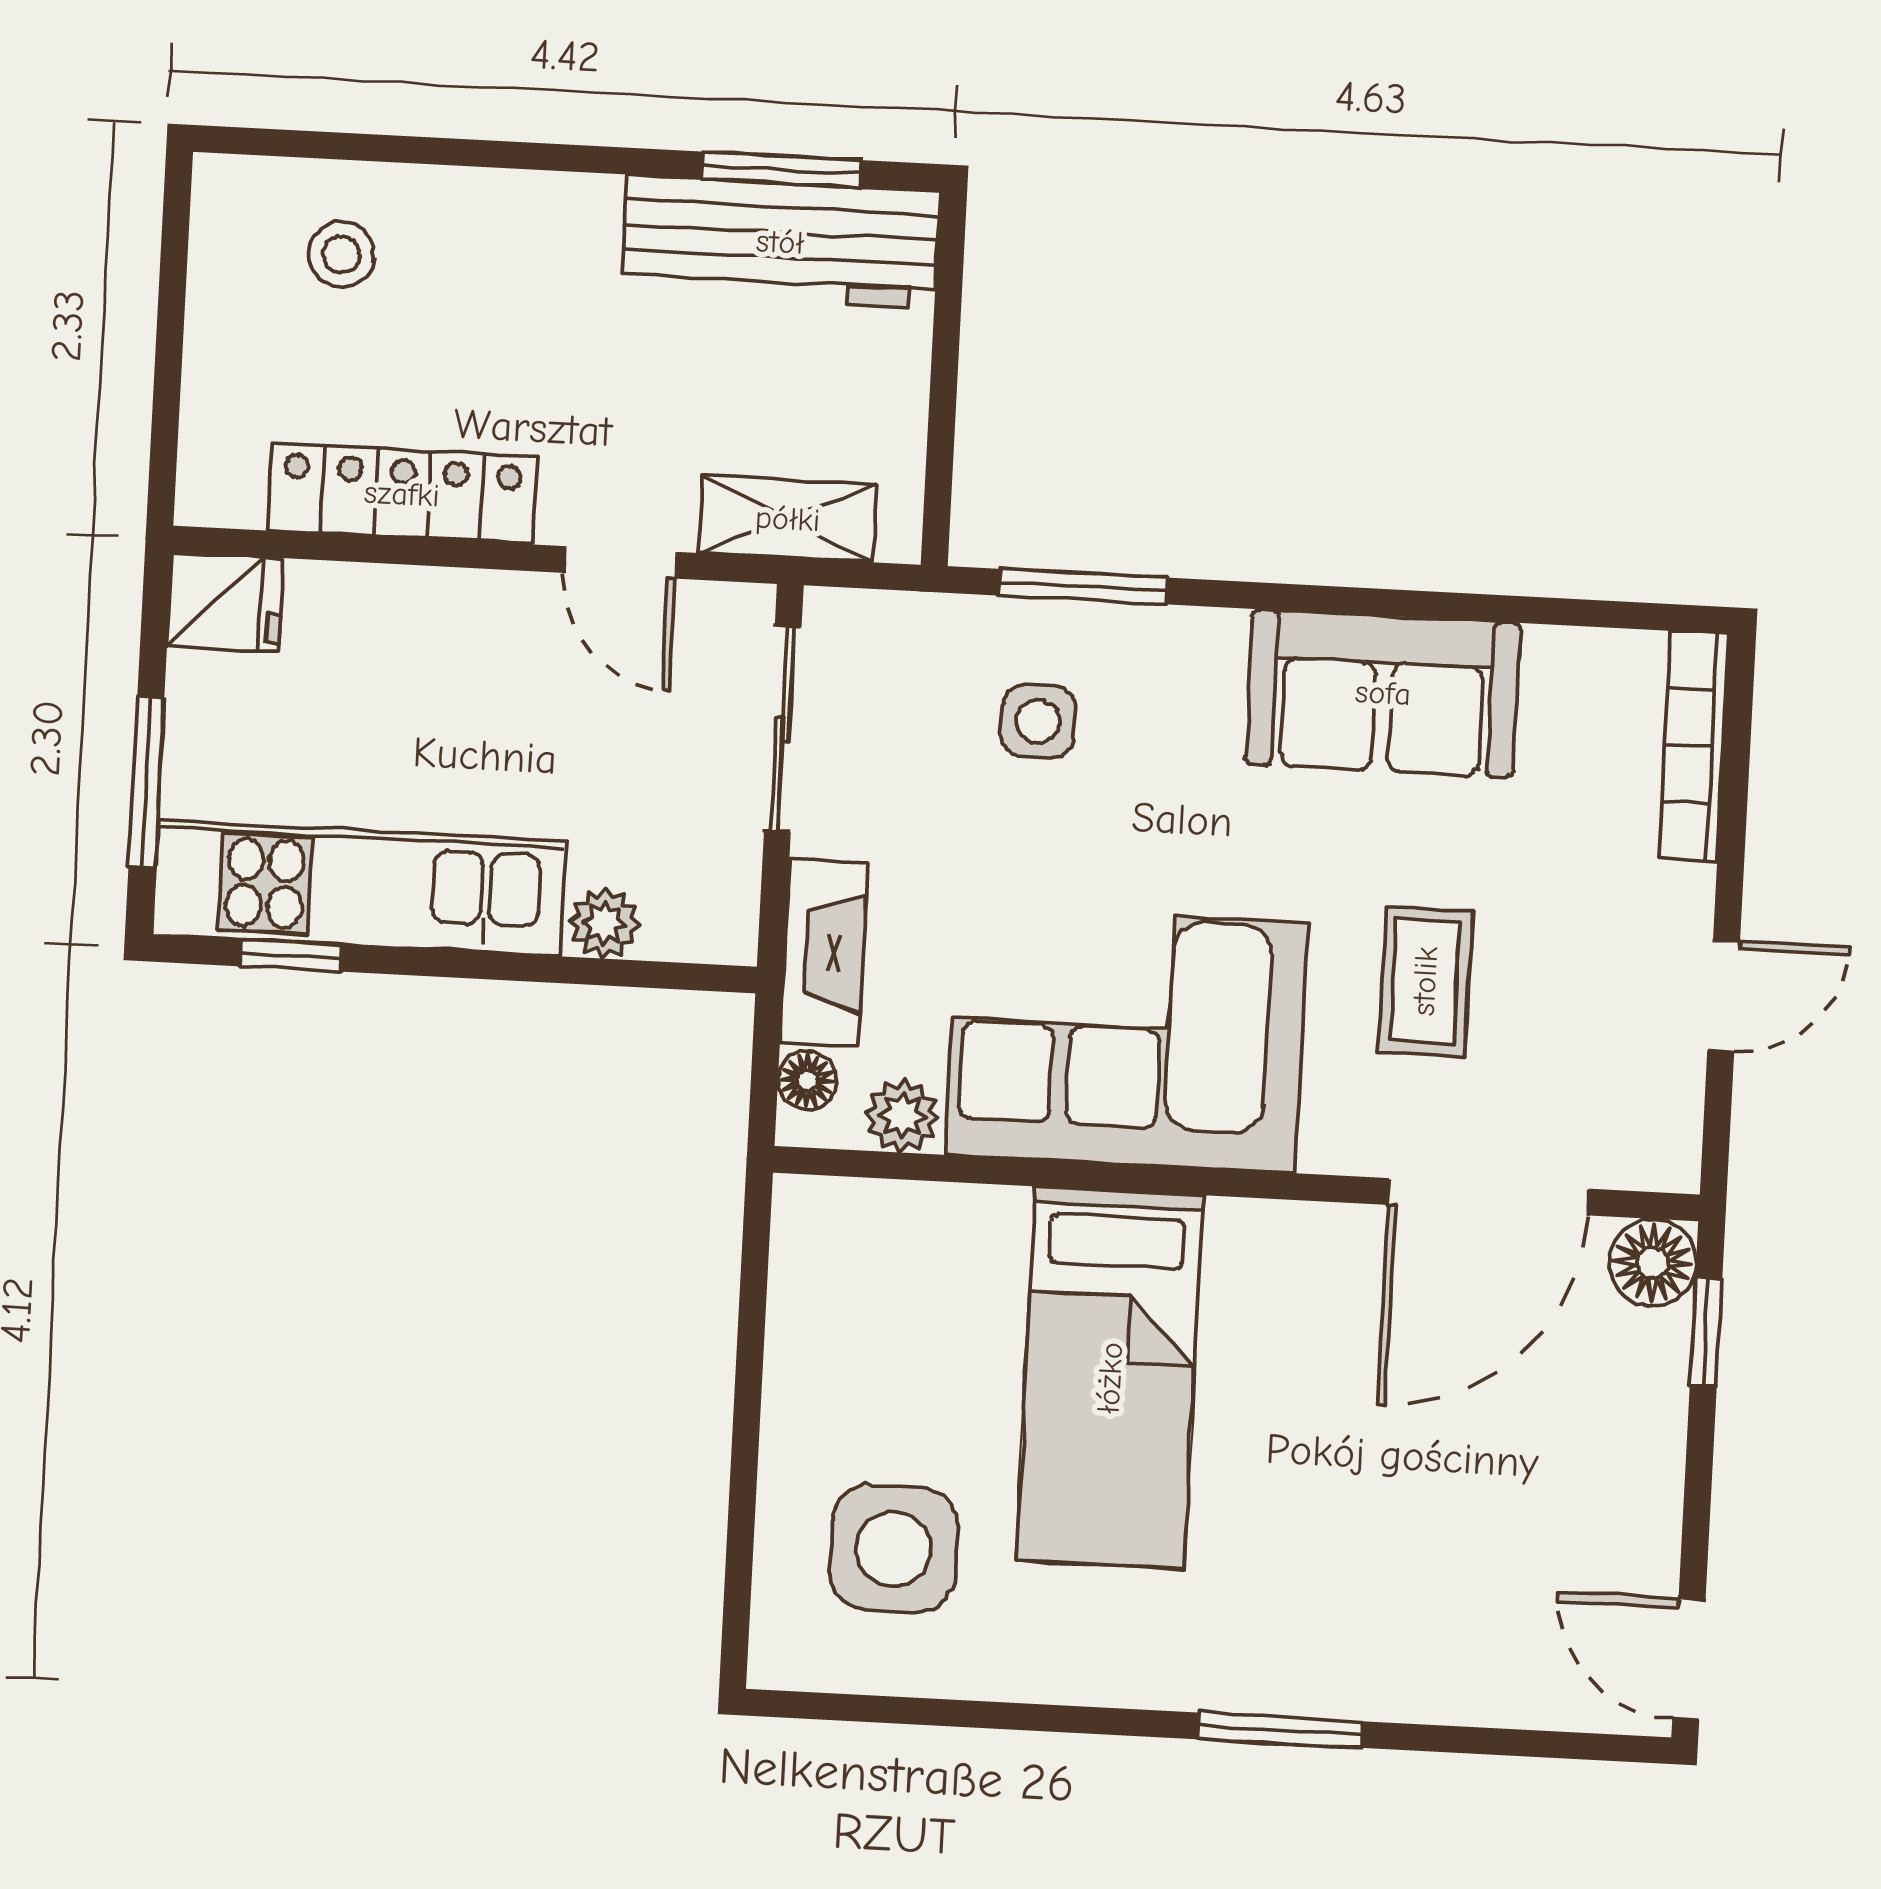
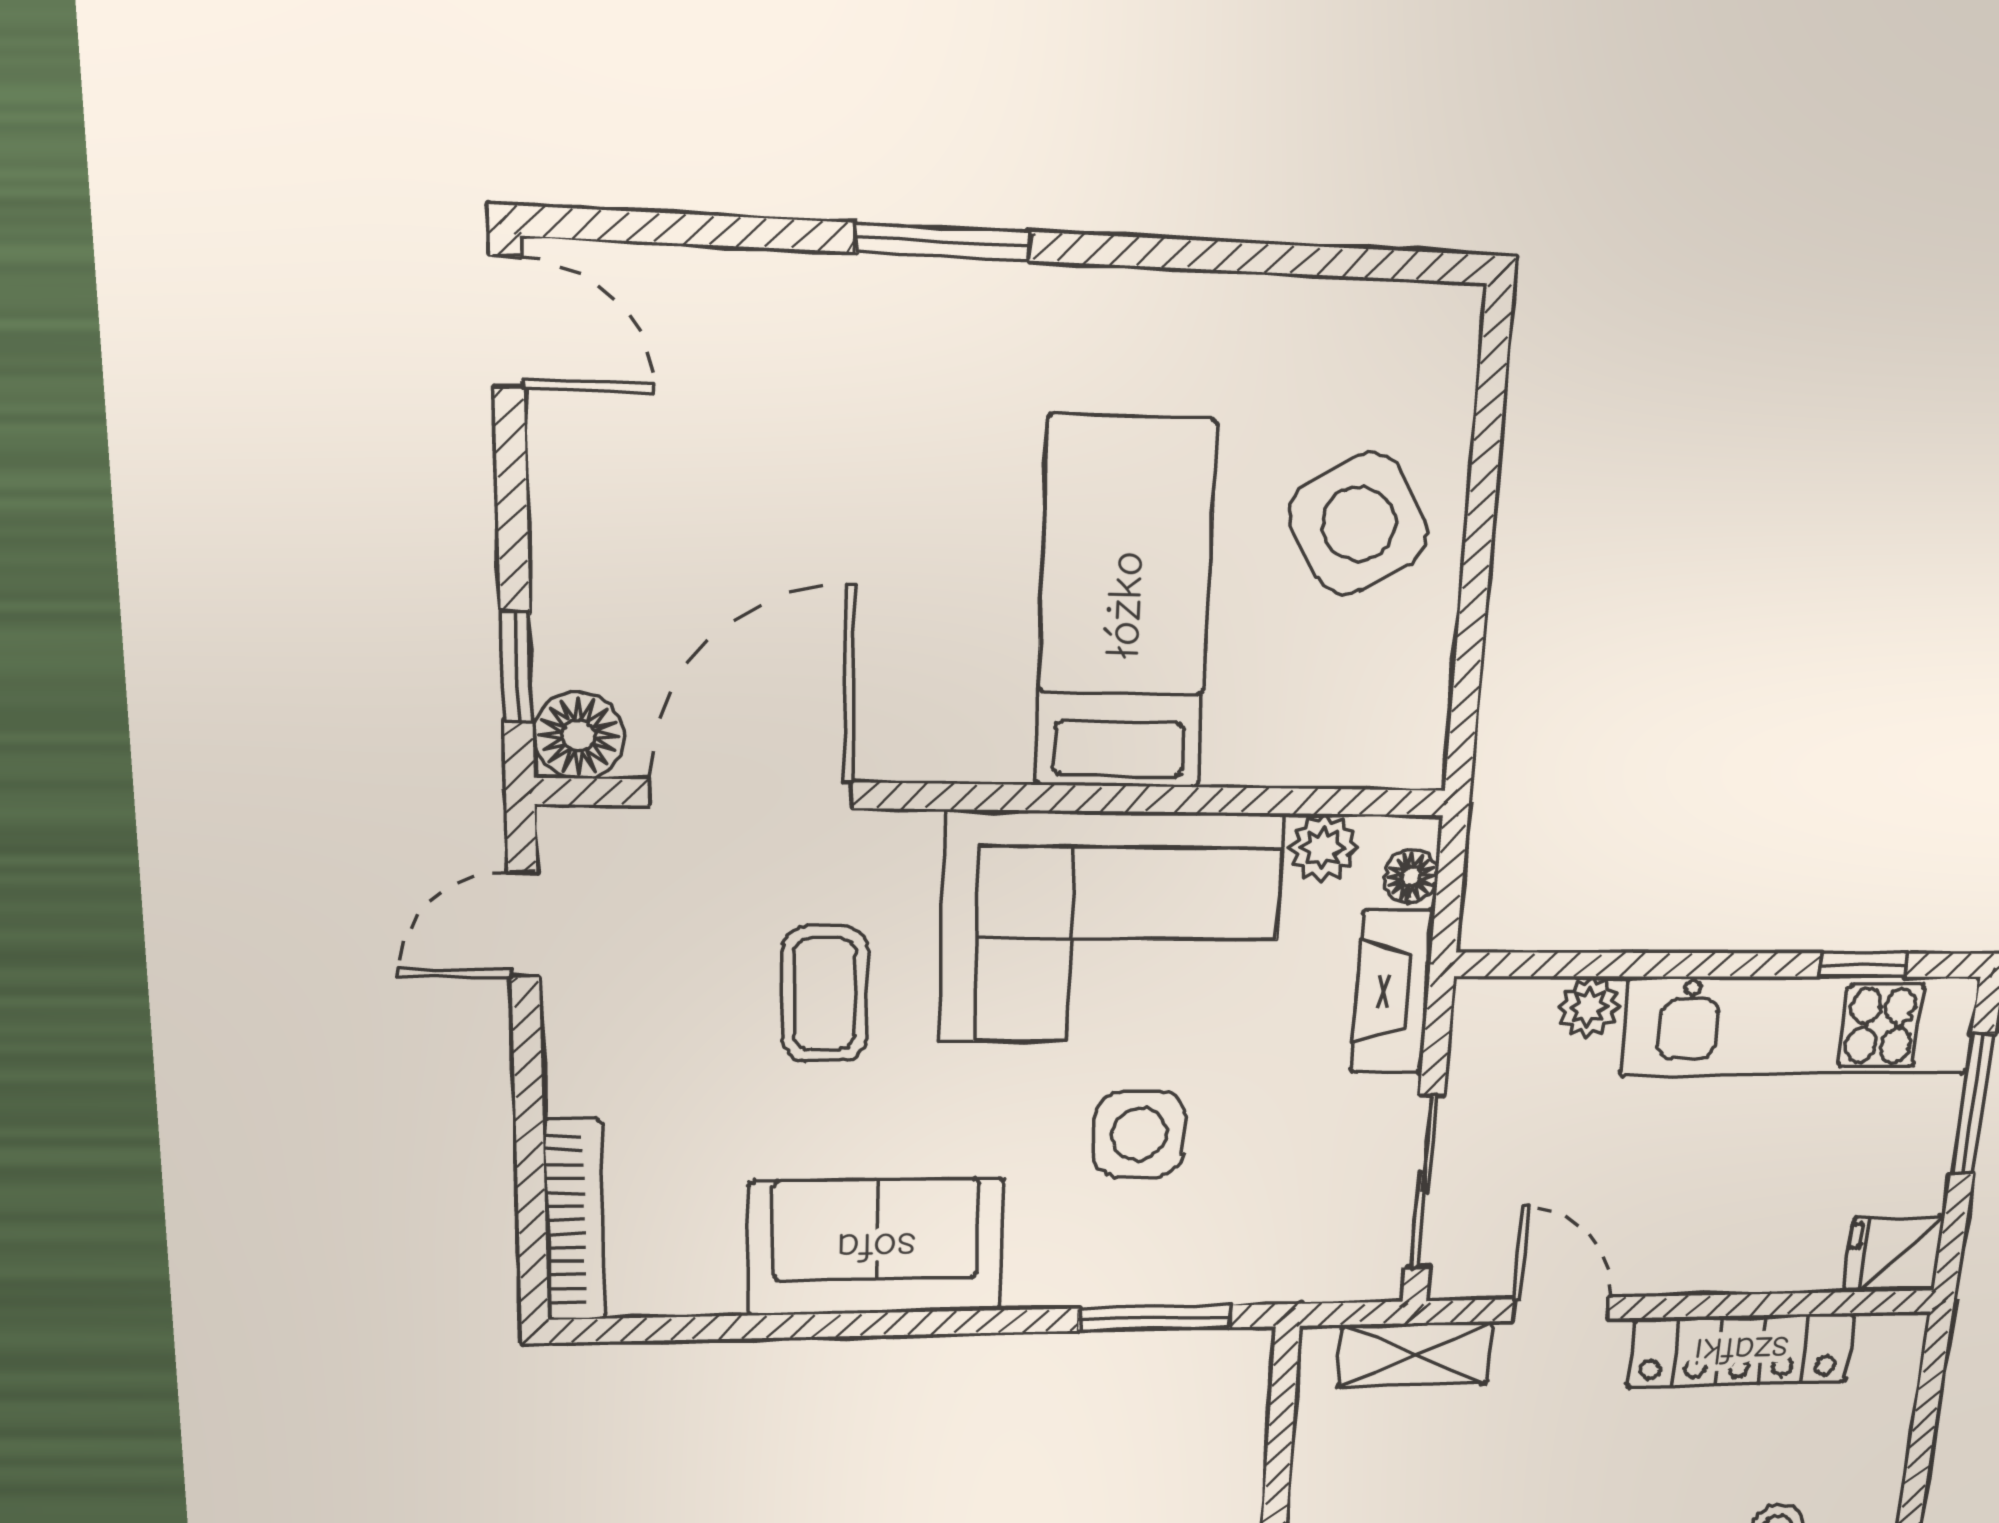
side table: (1038, 721) -> (1139, 1134), moved, width x1.37, depth x1.37
door: (1724, 996) -> (524, 924), moved
side table: (893, 1549) -> (1358, 524), moved, turned -31

